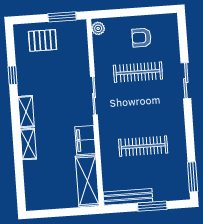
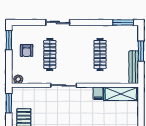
window: (155, 10) -> (9, 40), added
filing cabinet: (85, 140) -> (98, 93), width x0.50

